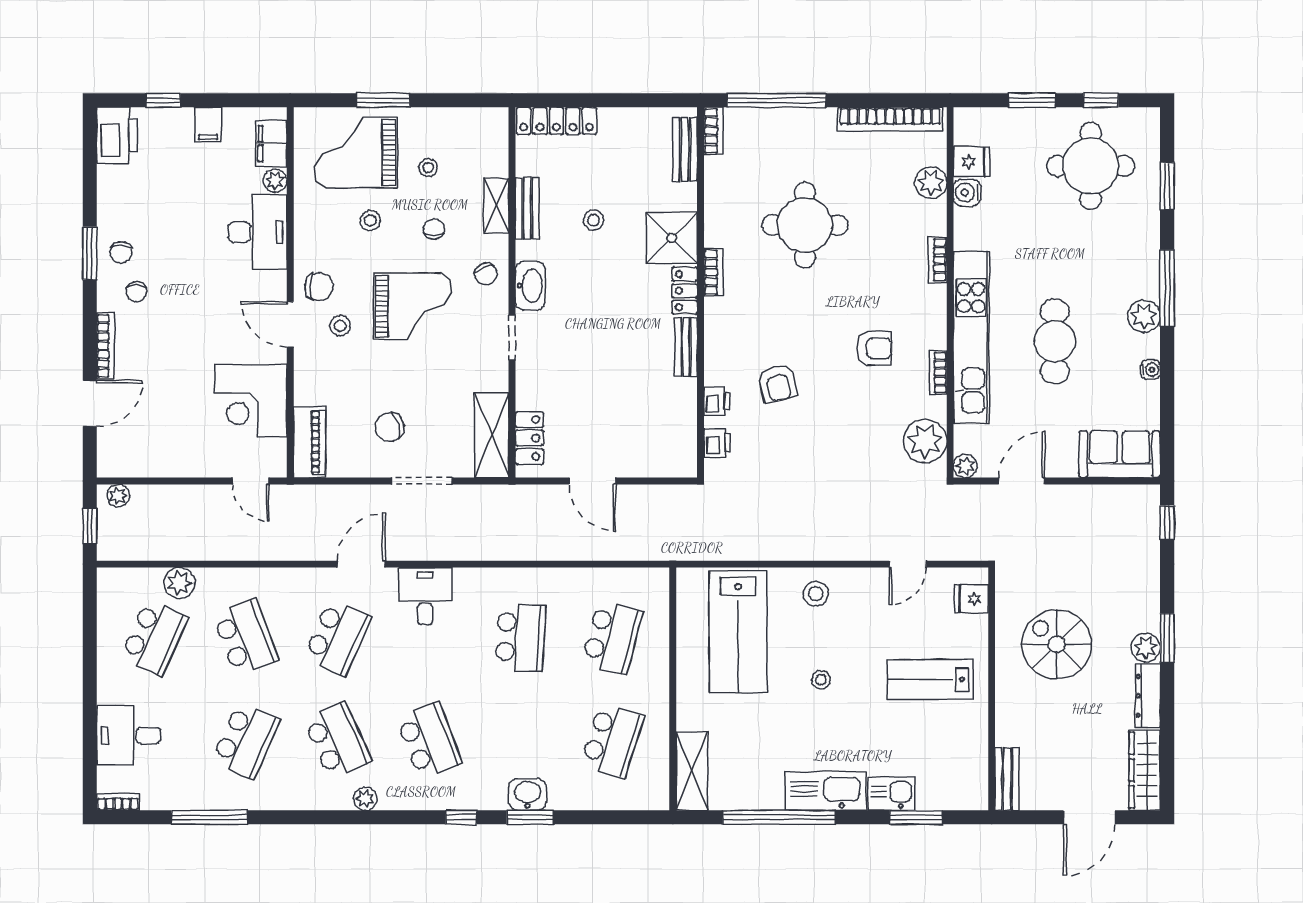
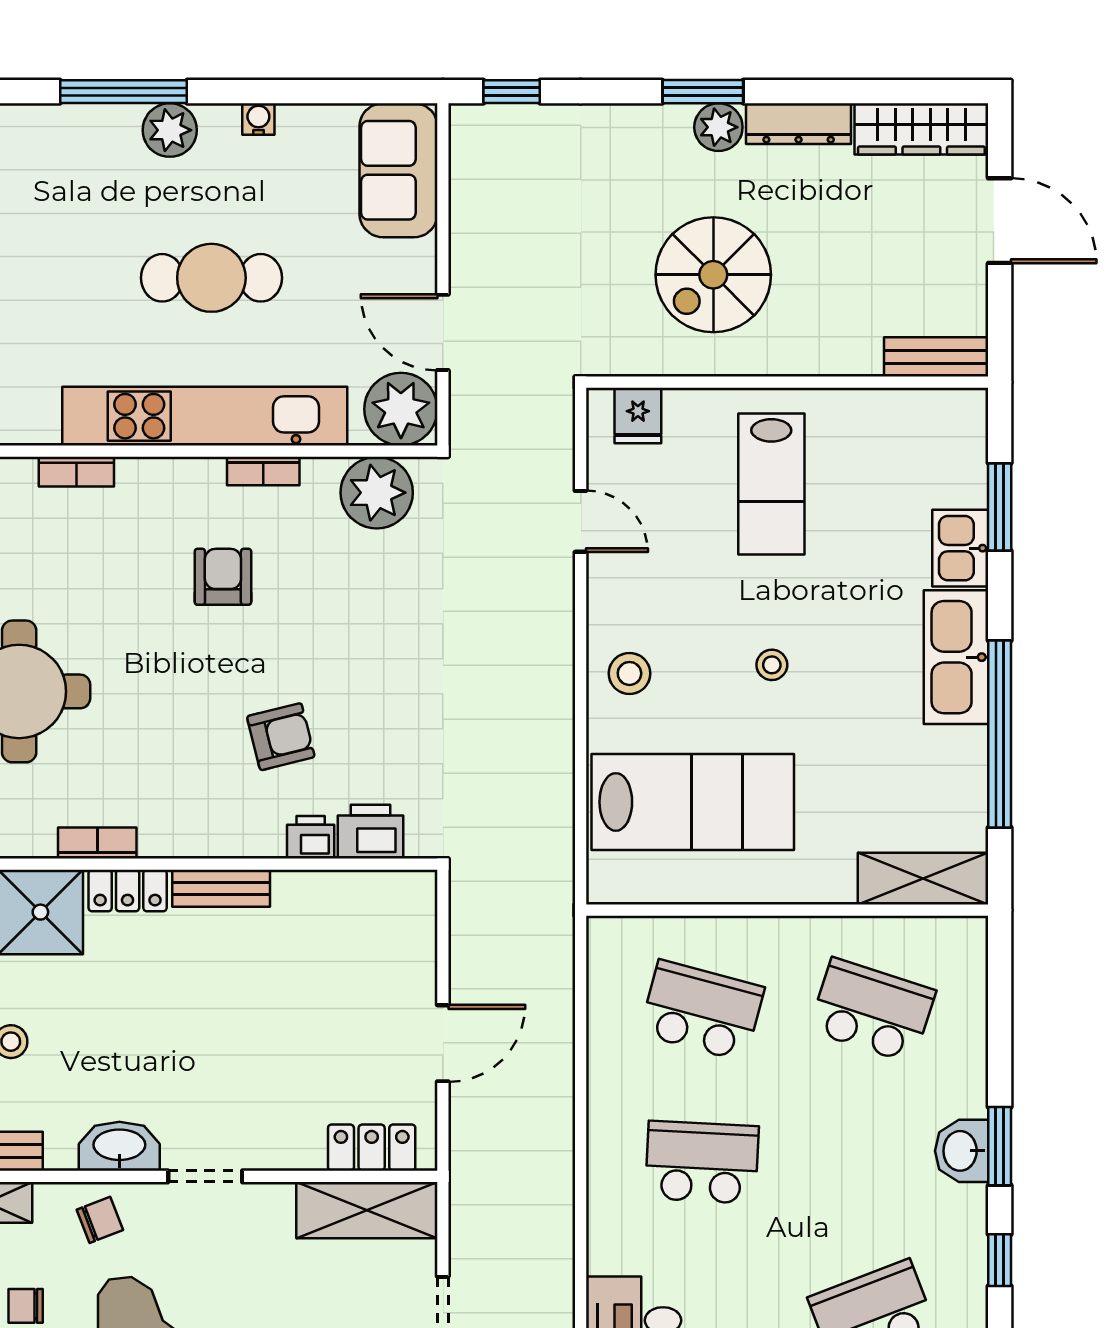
printer: (717, 443) -> (371, 832), width x1.36, depth x1.24
plant: (965, 466) -> (401, 409), width x1.87, depth x1.87

